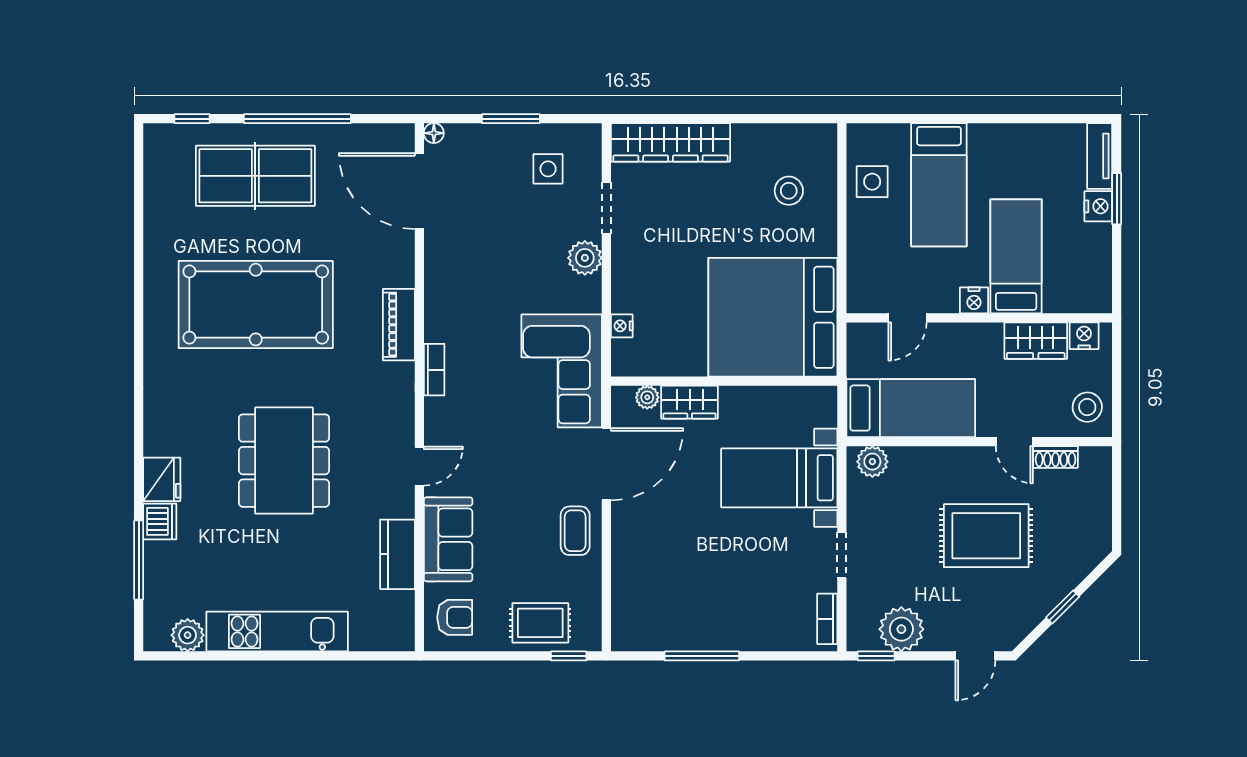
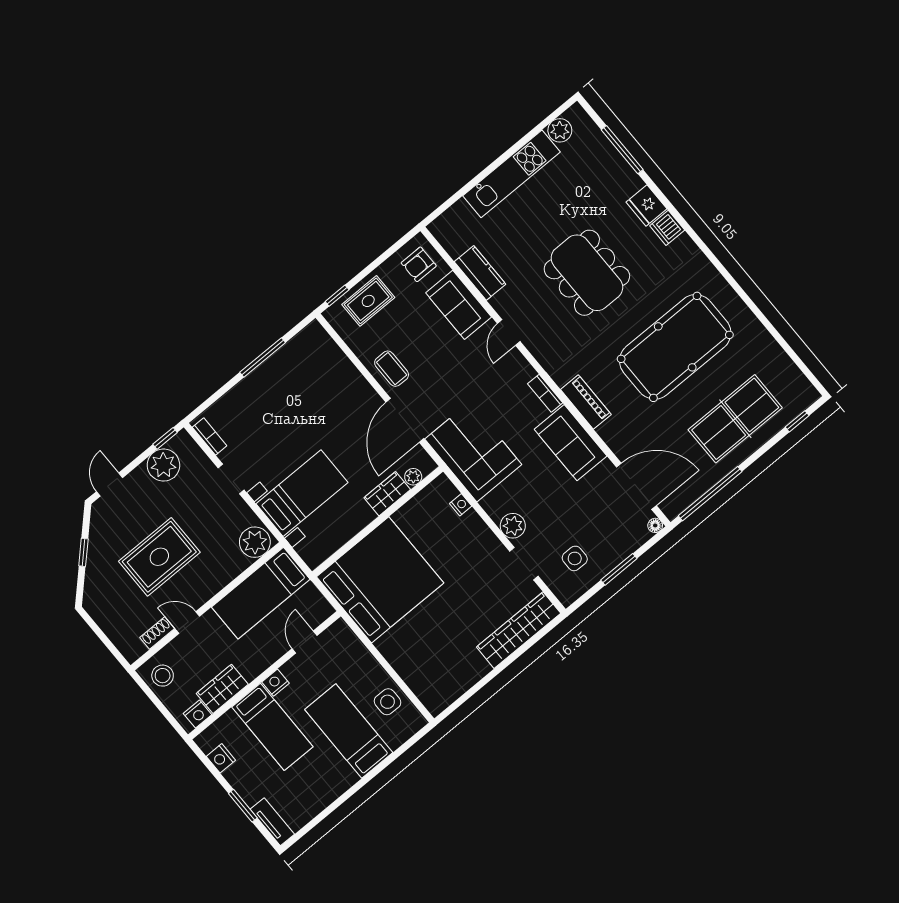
window: (297, 119) -> (710, 494), moved
stool: (789, 191) -> (430, 658), removed
nightstand: (1098, 206) -> (221, 758), moved
sofa: (451, 295) -> (571, 443), added
plant: (872, 462) -> (255, 542), width x1.36, depth x1.36
dishwasher: (160, 521) -> (667, 228), moved

